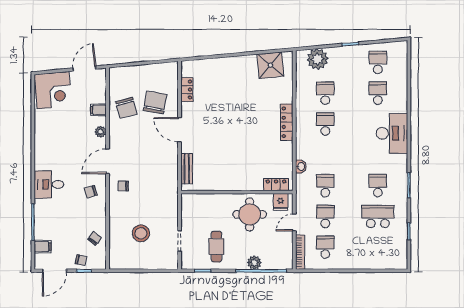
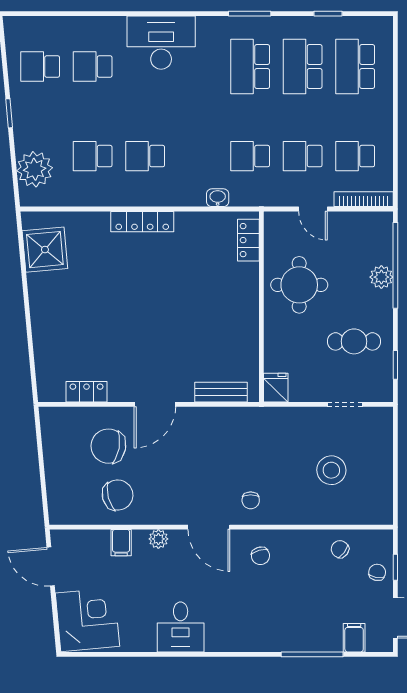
desk: (49, 184) -> (181, 627), moved
school desk: (378, 186) -> (250, 67), width x1.85
fridge: (281, 202) -> (276, 388), moved, turned -90
school desk: (378, 247) -> (355, 67), added

